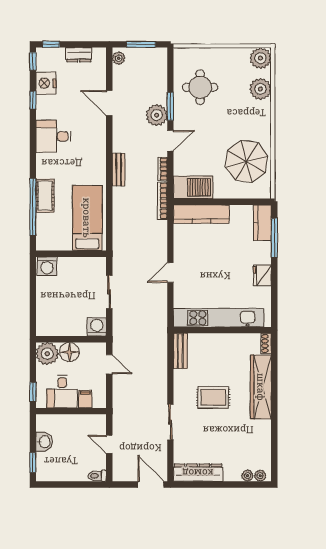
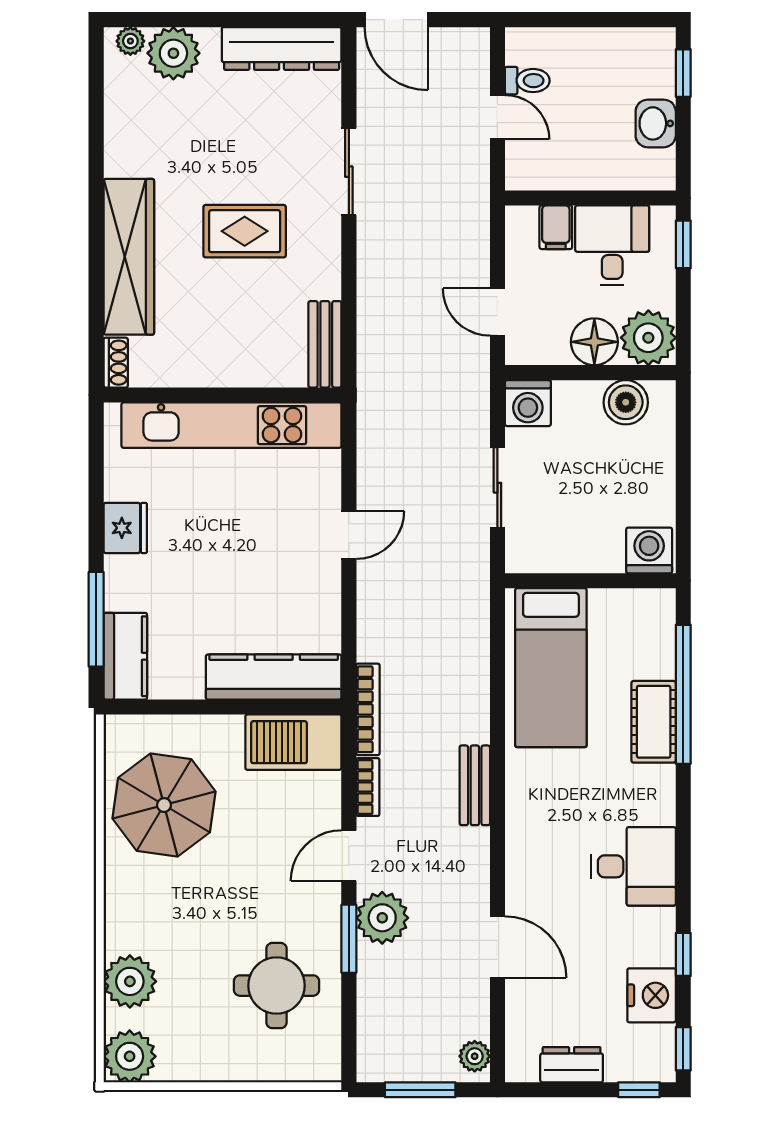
boiler: (57, 327) -> (626, 402), added
toilet: (97, 476) -> (527, 81), moved
plant: (248, 476) -> (173, 53), width x1.88, depth x1.88

